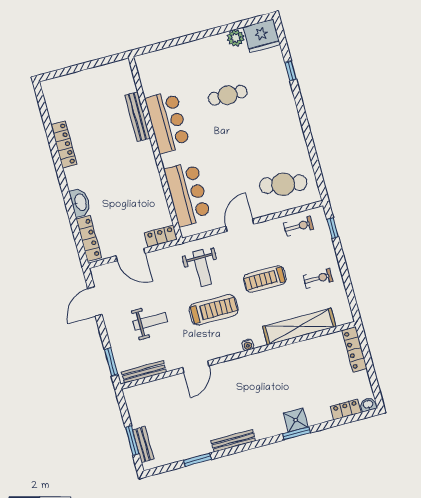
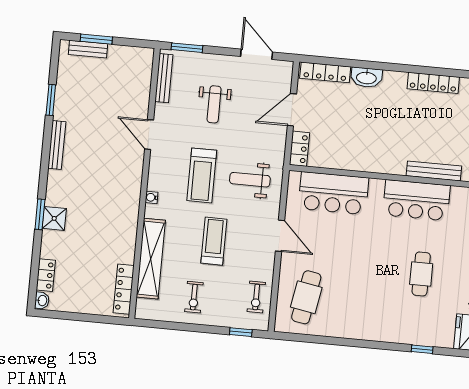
locker: (354, 349) -> (124, 289), moved, turned -90

